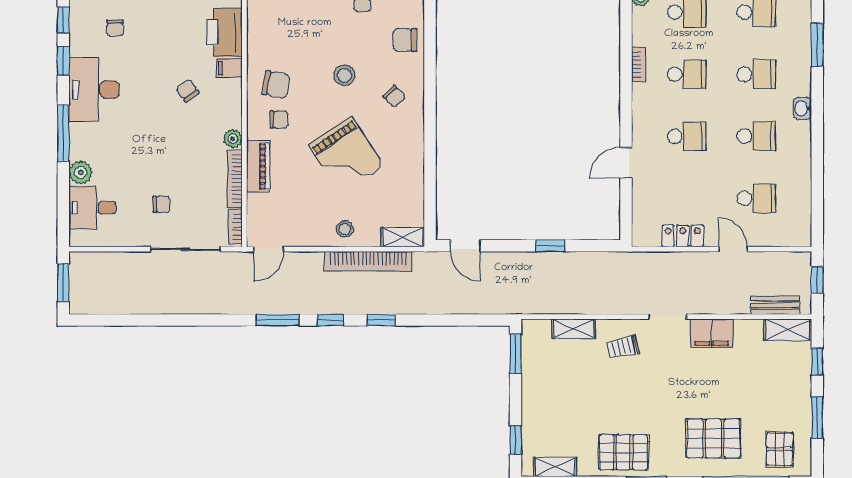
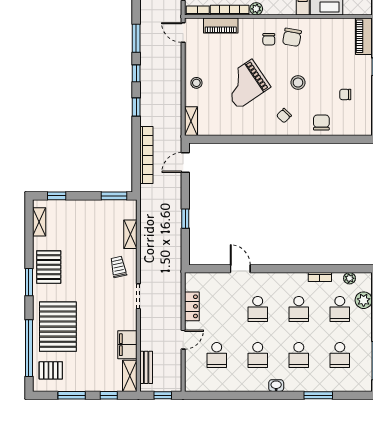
bookcase: (638, 64) -> (320, 277), moved
piano: (258, 166) -> (221, 26), moved
bookcase: (368, 261) -> (146, 155), moved, turned 180
filing cabinet: (712, 333) -> (127, 345), moved
pallet: (713, 438) -> (58, 327), width x1.37, depth x1.41

